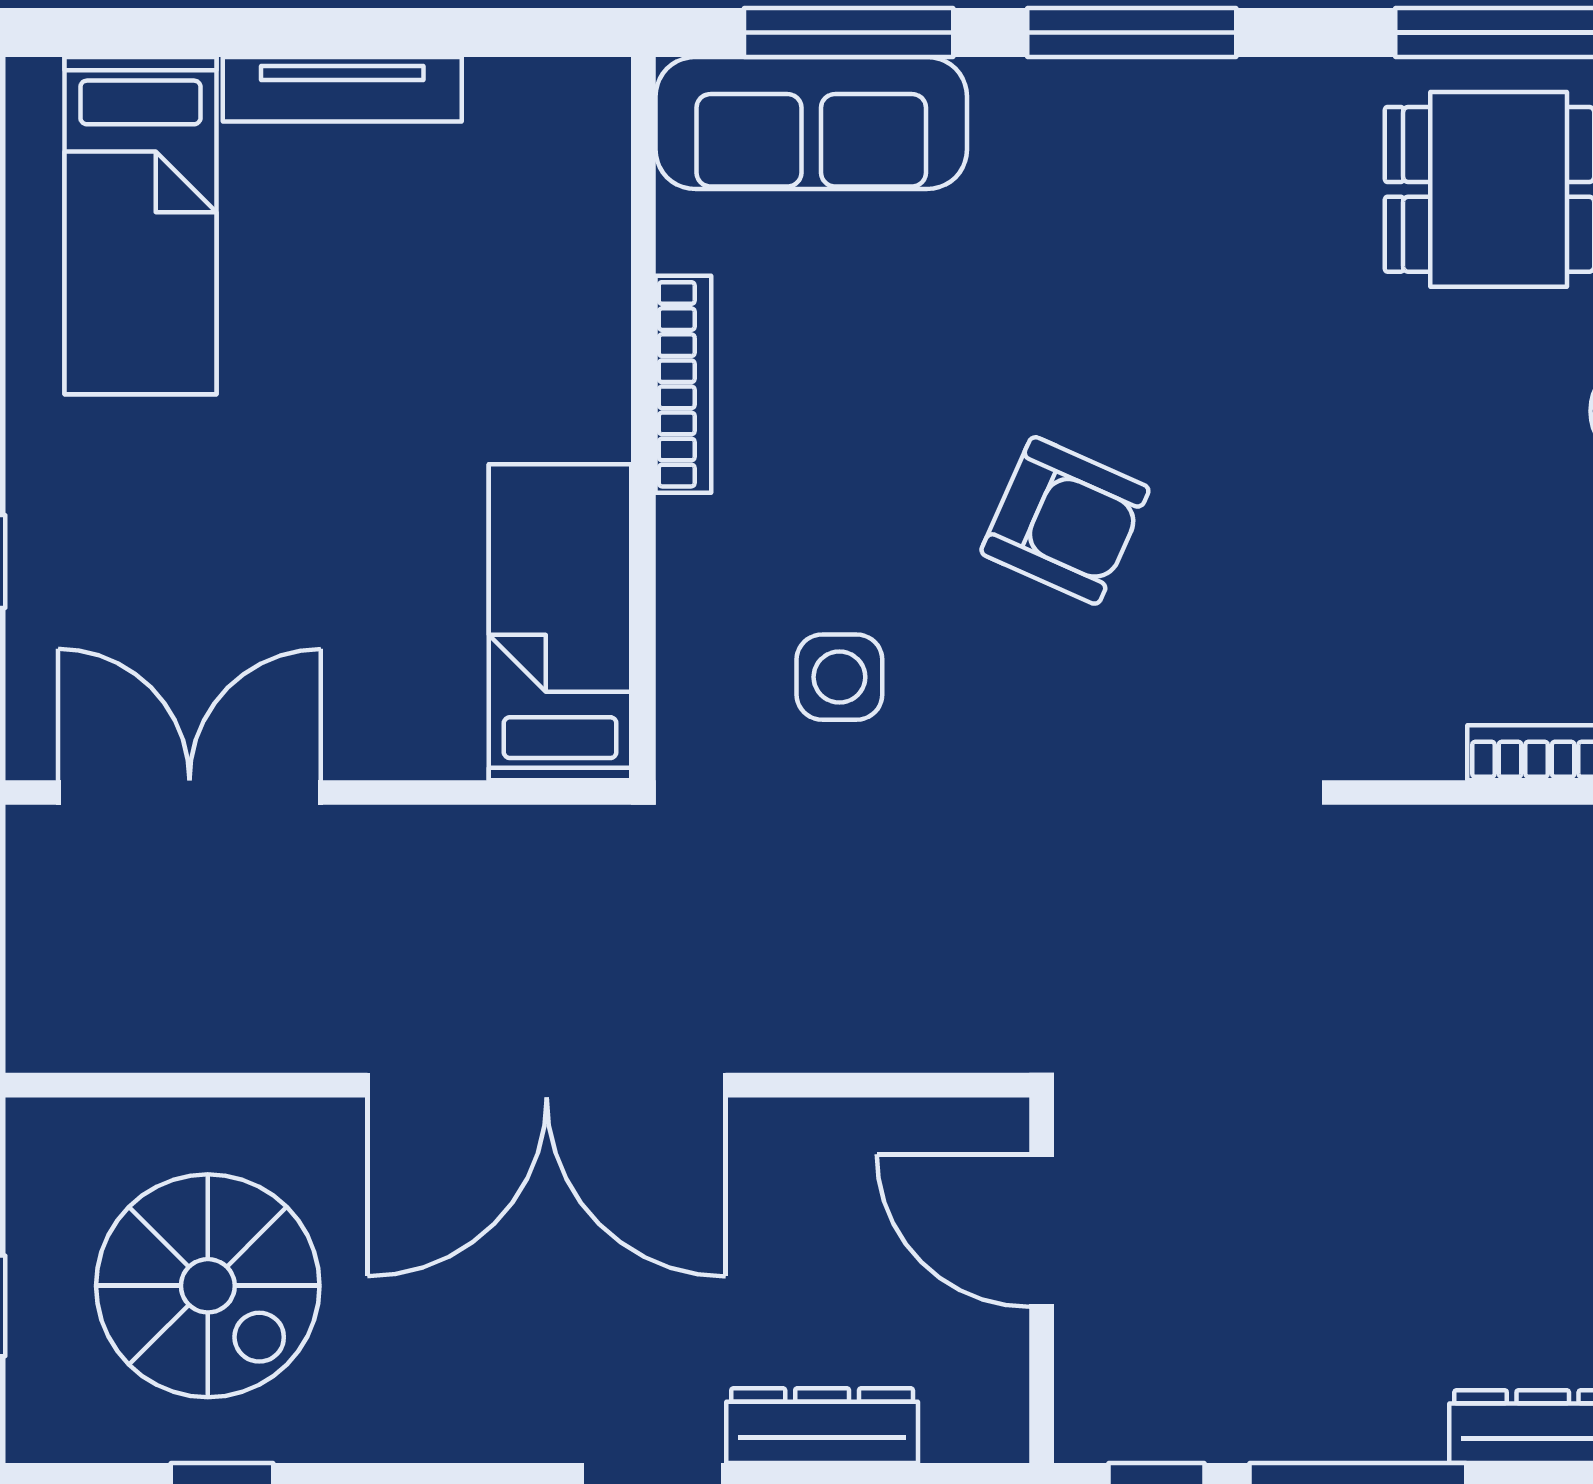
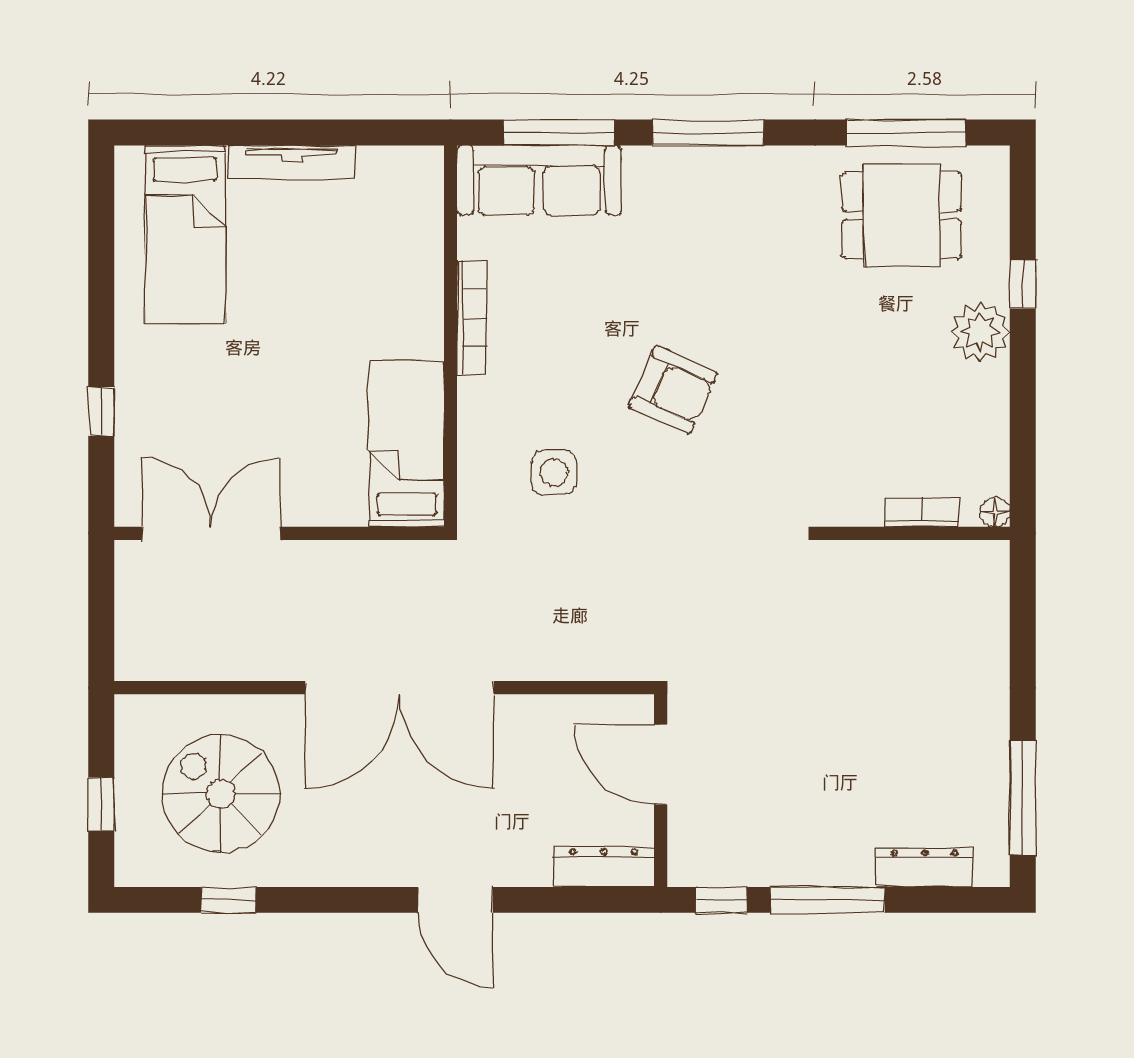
spiral stairs: (208, 1286) -> (221, 793), turned 180
dresser: (822, 1426) -> (604, 867), moved

